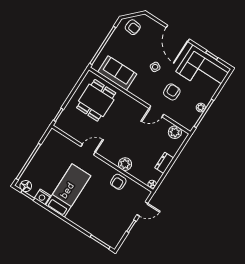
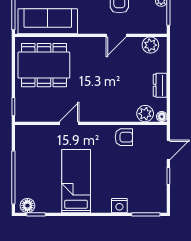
sofa: (117, 73) -> (48, 21), width x1.36
dining table: (96, 100) -> (44, 65), width x1.37
plant: (125, 164) -> (145, 114), moved
armchair: (118, 182) -> (124, 137), turned -90
nightstand: (42, 197) -> (119, 206), moved

